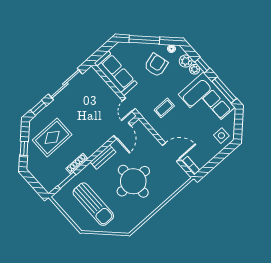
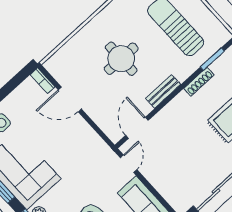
coffee table: (164, 108) -> (80, 160), removed
round table: (133, 181) -> (121, 59), width x0.73, depth x0.73

